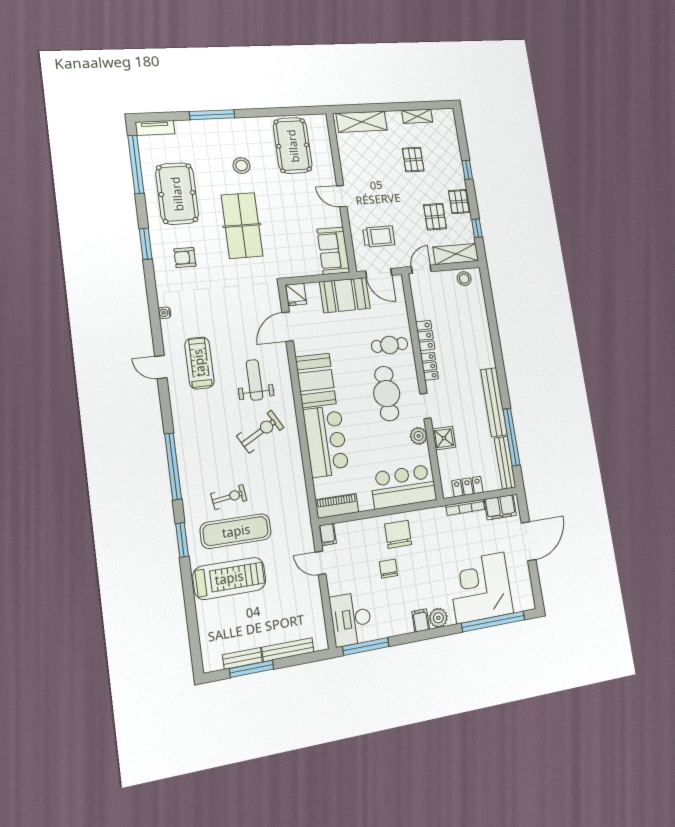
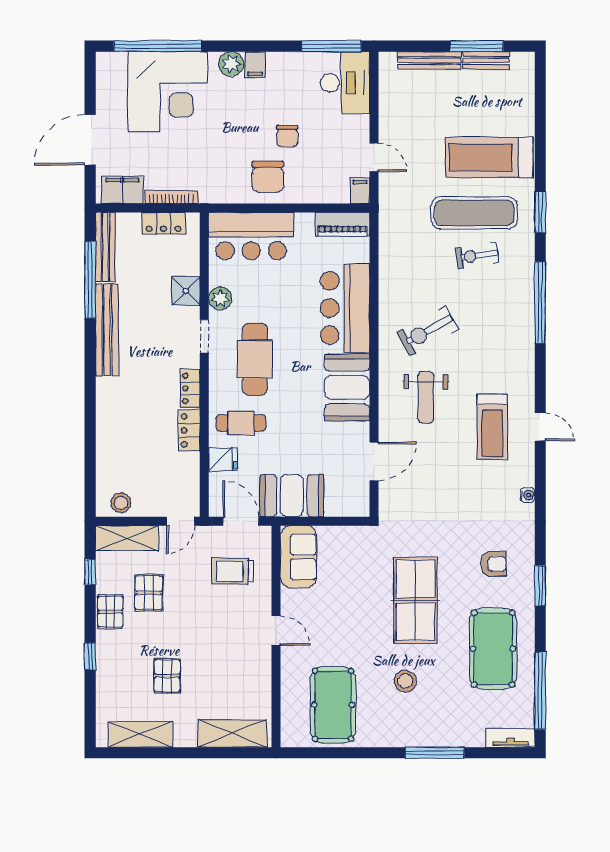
shelving: (417, 116) -> (141, 734), width x1.50, depth x1.33
fridge: (296, 294) -> (223, 459), moved, turned 90

